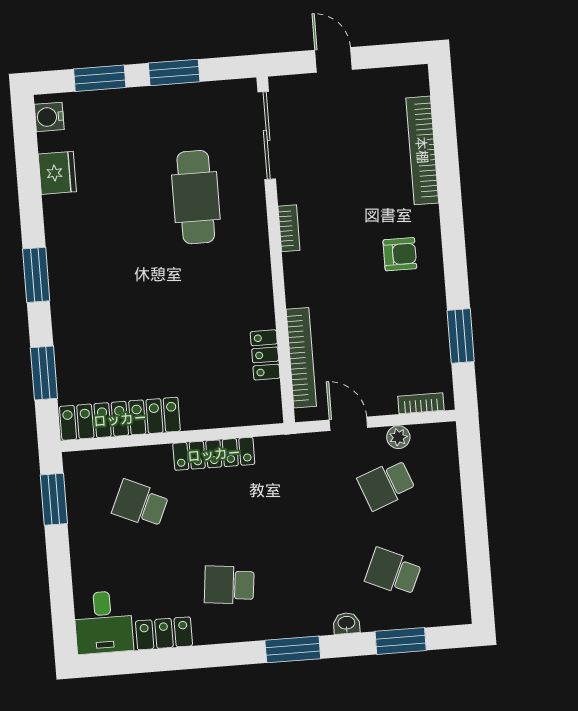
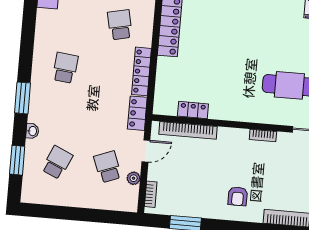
school desk: (140, 504) -> (120, 25), turned -36
locker: (164, 633) -> (137, 113), moved, turned 180

